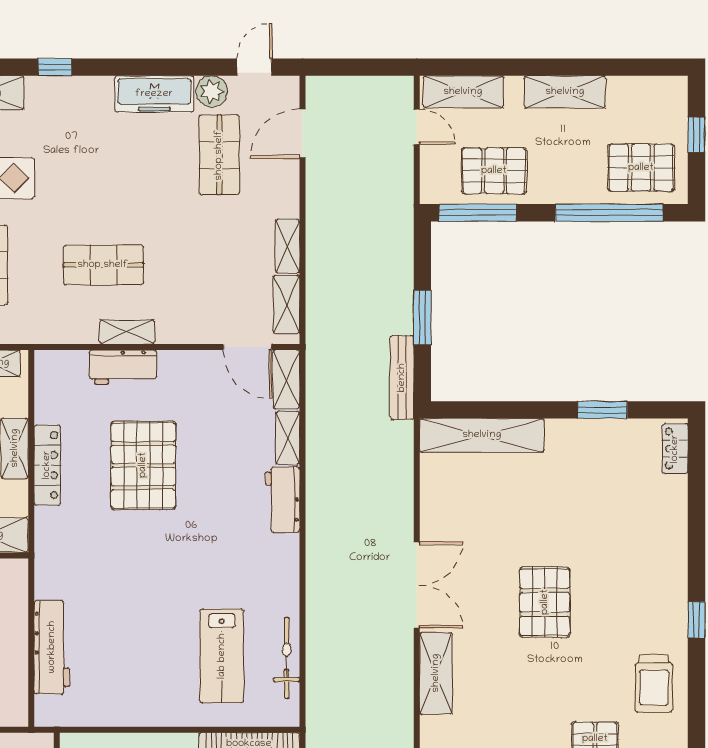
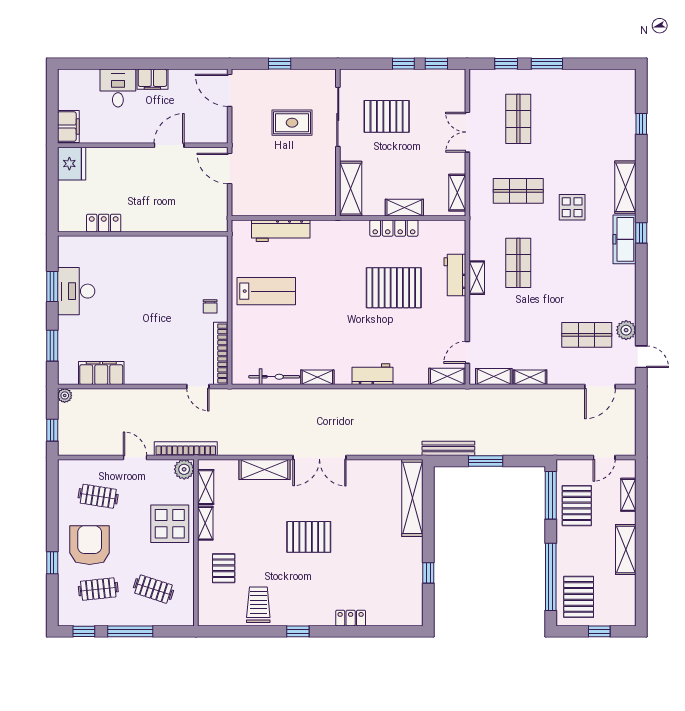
shelving: (463, 92) -> (628, 495), width x0.67, depth x0.75
freezer: (154, 94) -> (624, 239), moved
door: (302, 134) -> (600, 387), swing flipped
door: (247, 347) -> (467, 352), width x0.73
window: (602, 410) -> (428, 573), width x0.67
shelving: (288, 438) -> (317, 377), moved
locker: (675, 449) -> (351, 618), moved
lab bench: (222, 656) -> (266, 291), moved, turned 180
trolley: (654, 684) -> (258, 605), turned 90

